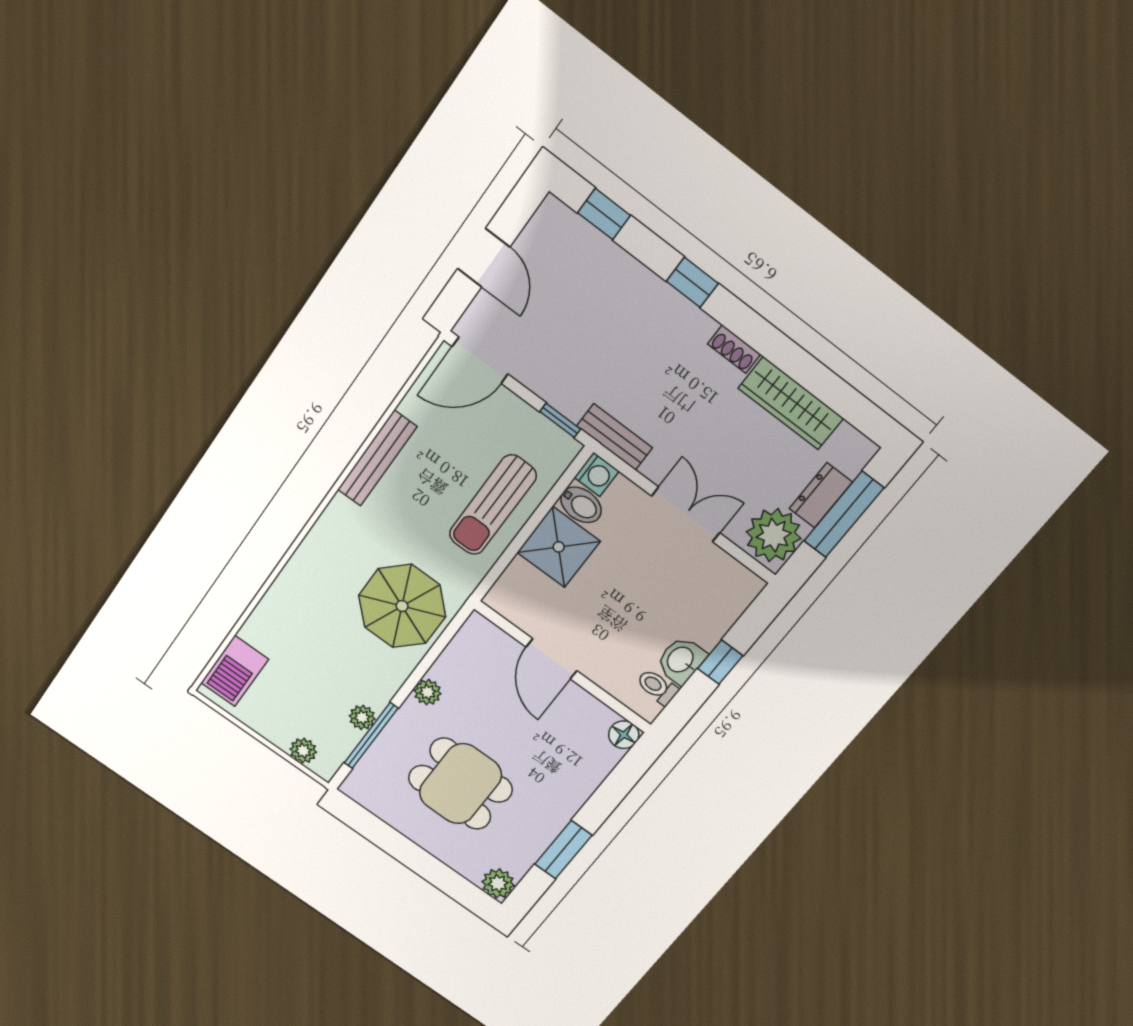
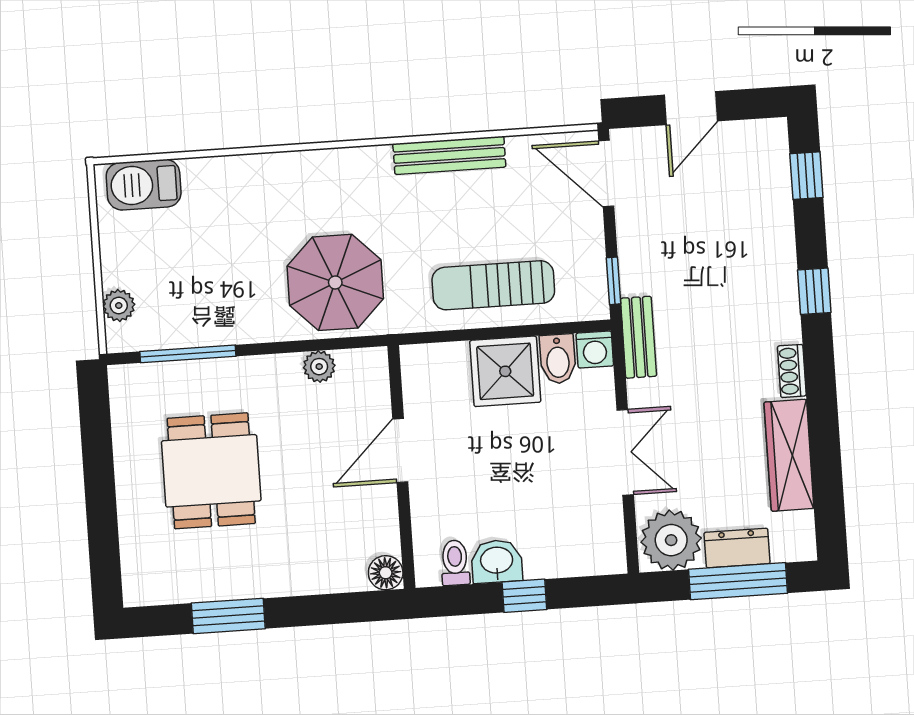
plant: (428, 692) -> (319, 367), moved
plant: (362, 717) -> (199, 332), removed
plant: (498, 883) -> (142, 587), removed

